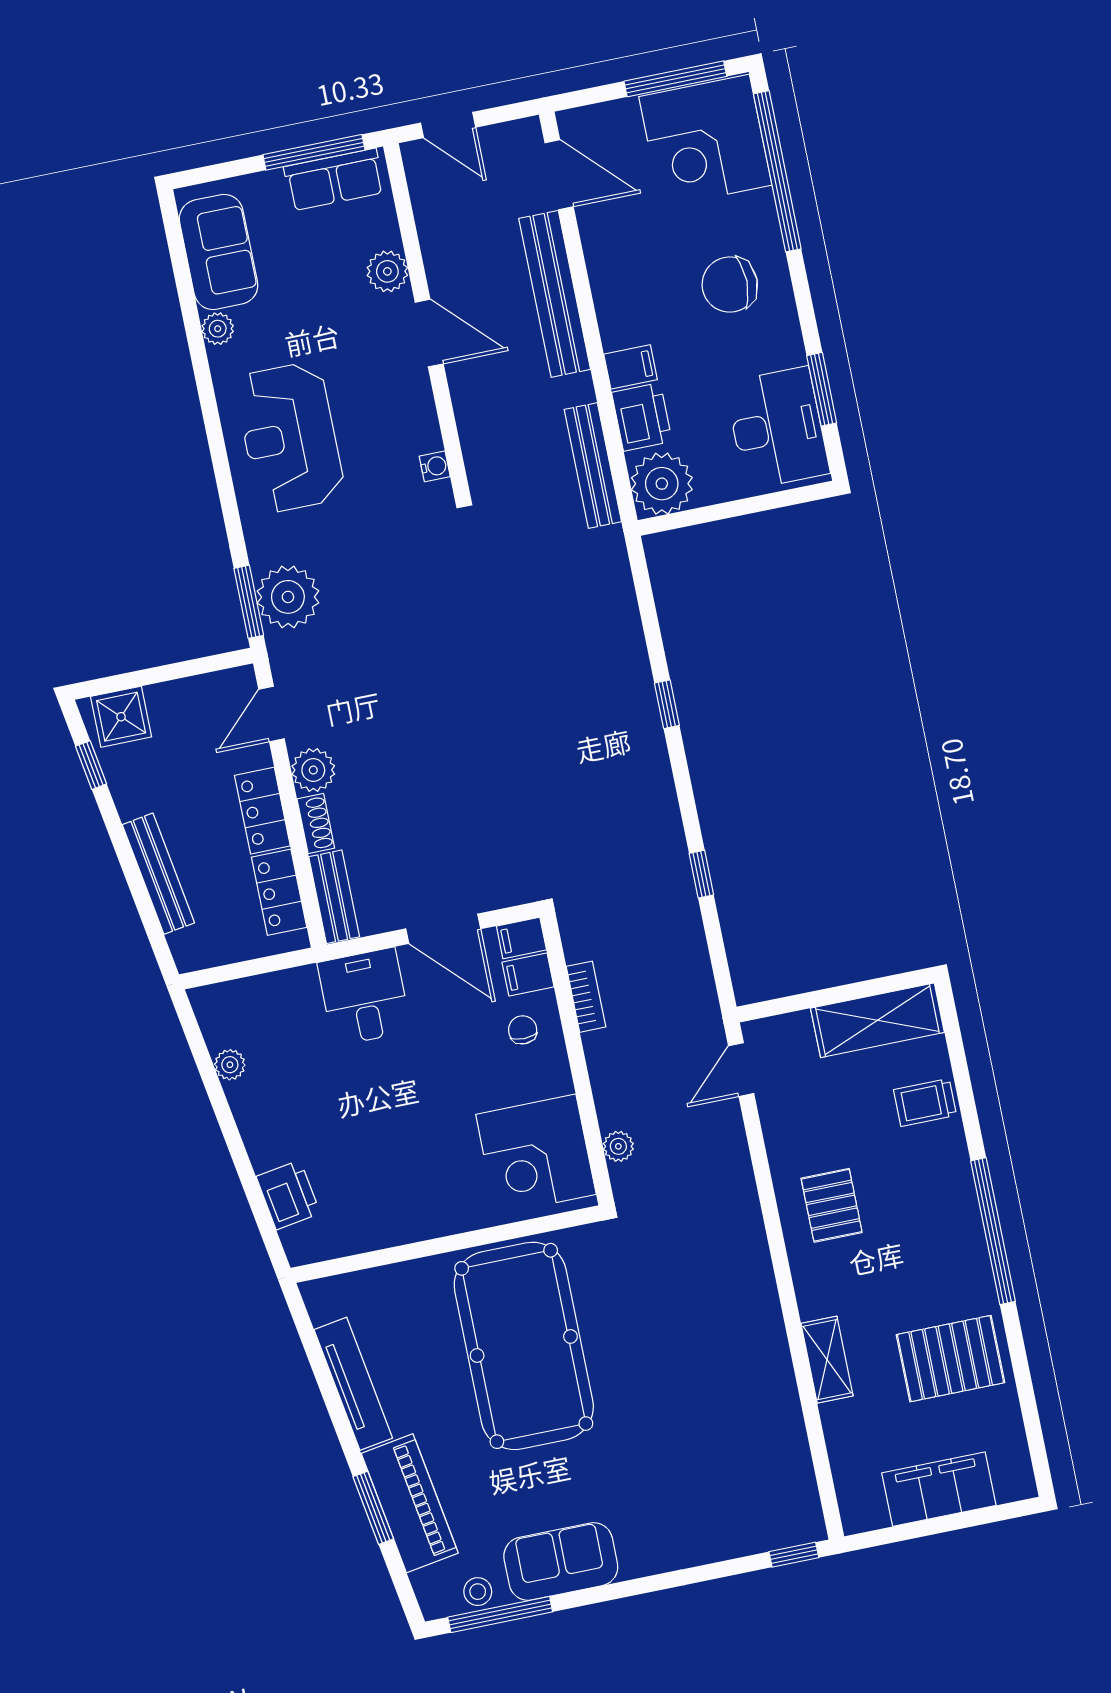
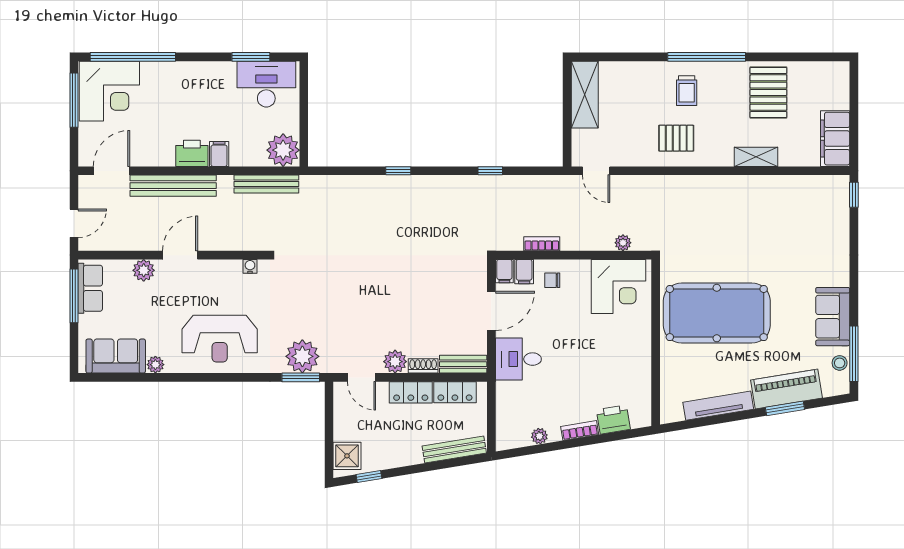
chair: (730, 285) -> (187, 94), removed
printer: (642, 417) -> (192, 153), moved
bench: (158, 874) -> (454, 449), moved
trolley: (925, 1102) -> (687, 91), moved
bookcase: (255, 1137) -> (580, 430), added
filing cabinet: (939, 1489) -> (835, 139), moved

